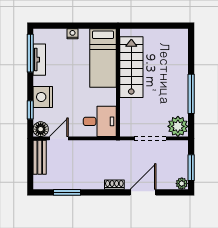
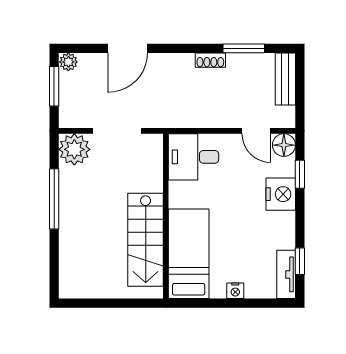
window: (30, 53) -> (300, 261), width x0.46
tv unit: (39, 60) -> (286, 274), moved
door: (59, 138) -> (256, 131), hinge flipped
bench: (40, 157) -> (285, 79), moved
shoe rack: (114, 185) -> (210, 60), moved

